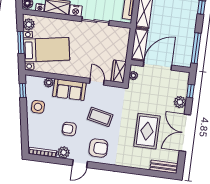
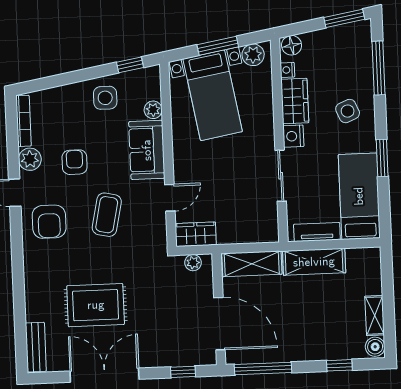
door: (157, 66) -> (219, 324), moved
plant: (180, 102) -> (159, 356), removed

